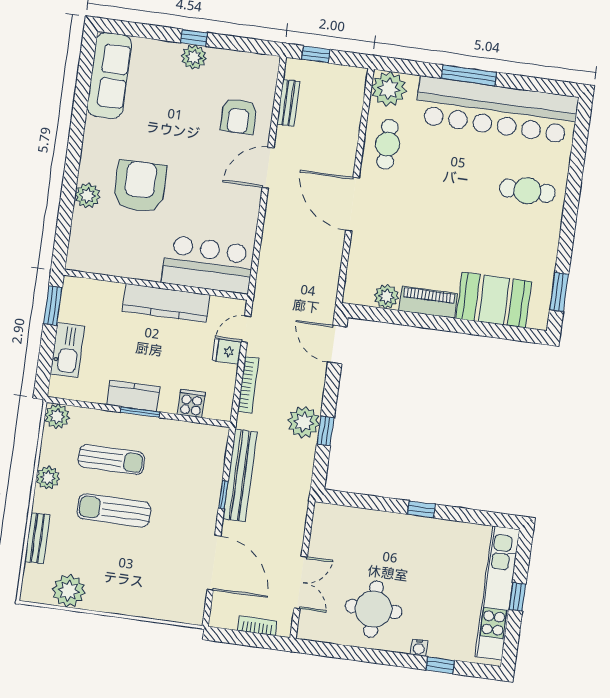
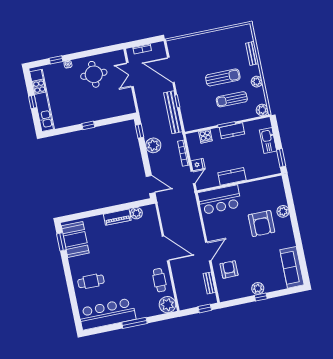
bar counter: (496, 110) -> (107, 314), width x0.73
booth: (494, 300) -> (75, 239), moved, turned 90
kitchen counter: (166, 303) -> (232, 176), width x0.67
window: (325, 431) -> (140, 131), moved
plant: (69, 591) -> (230, 35), removed

